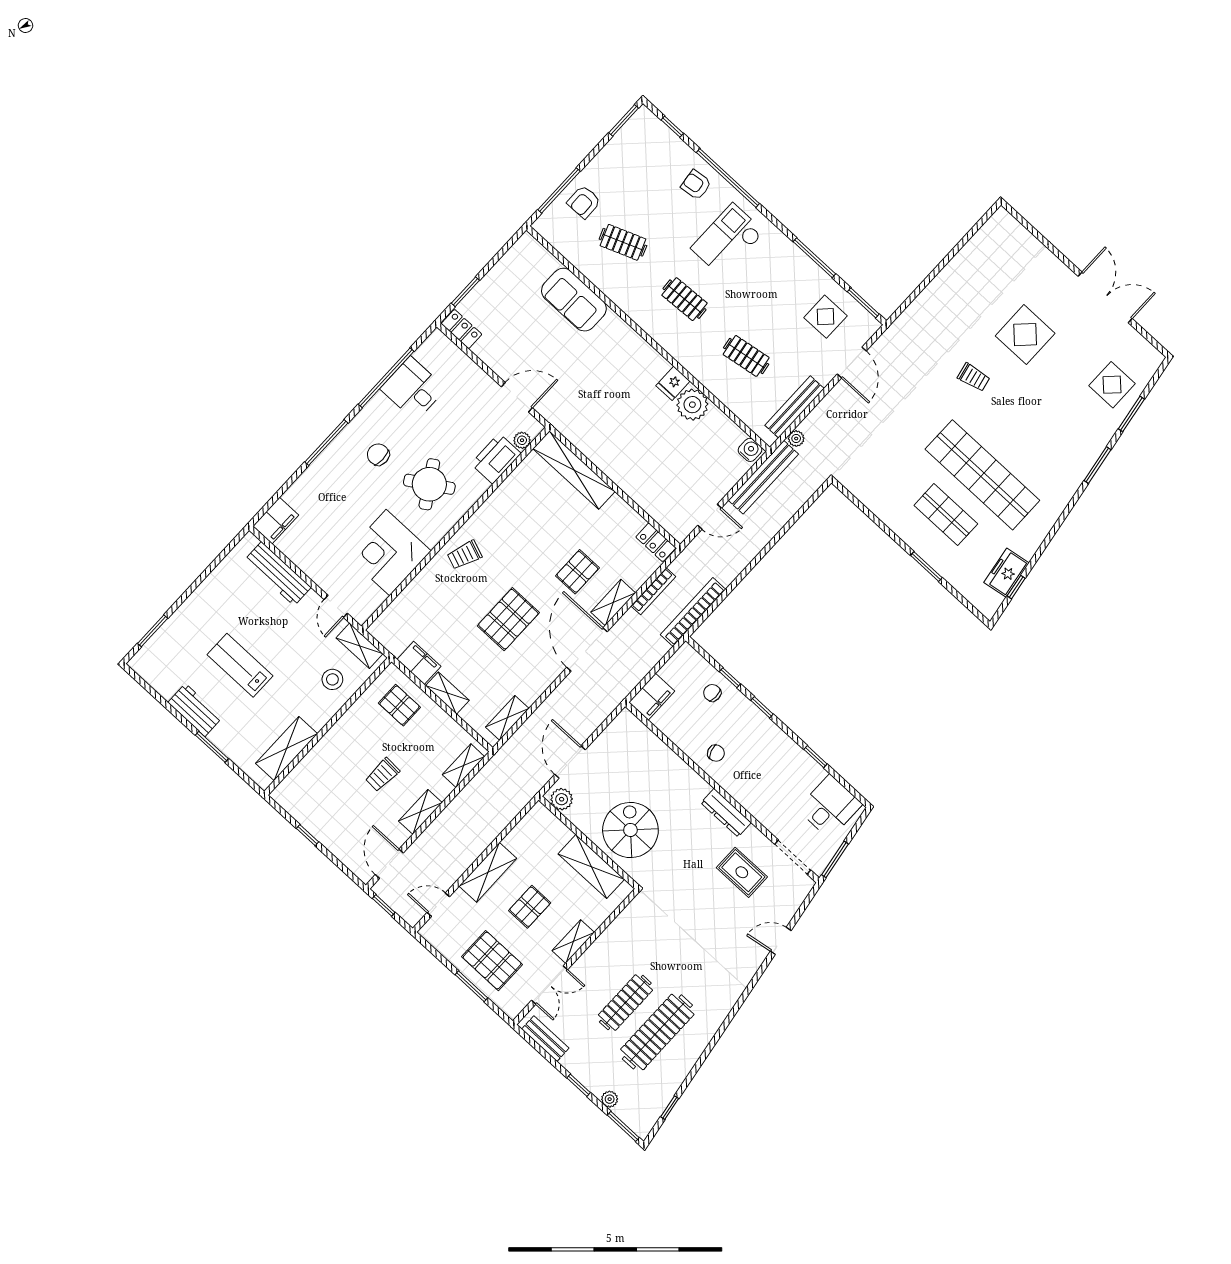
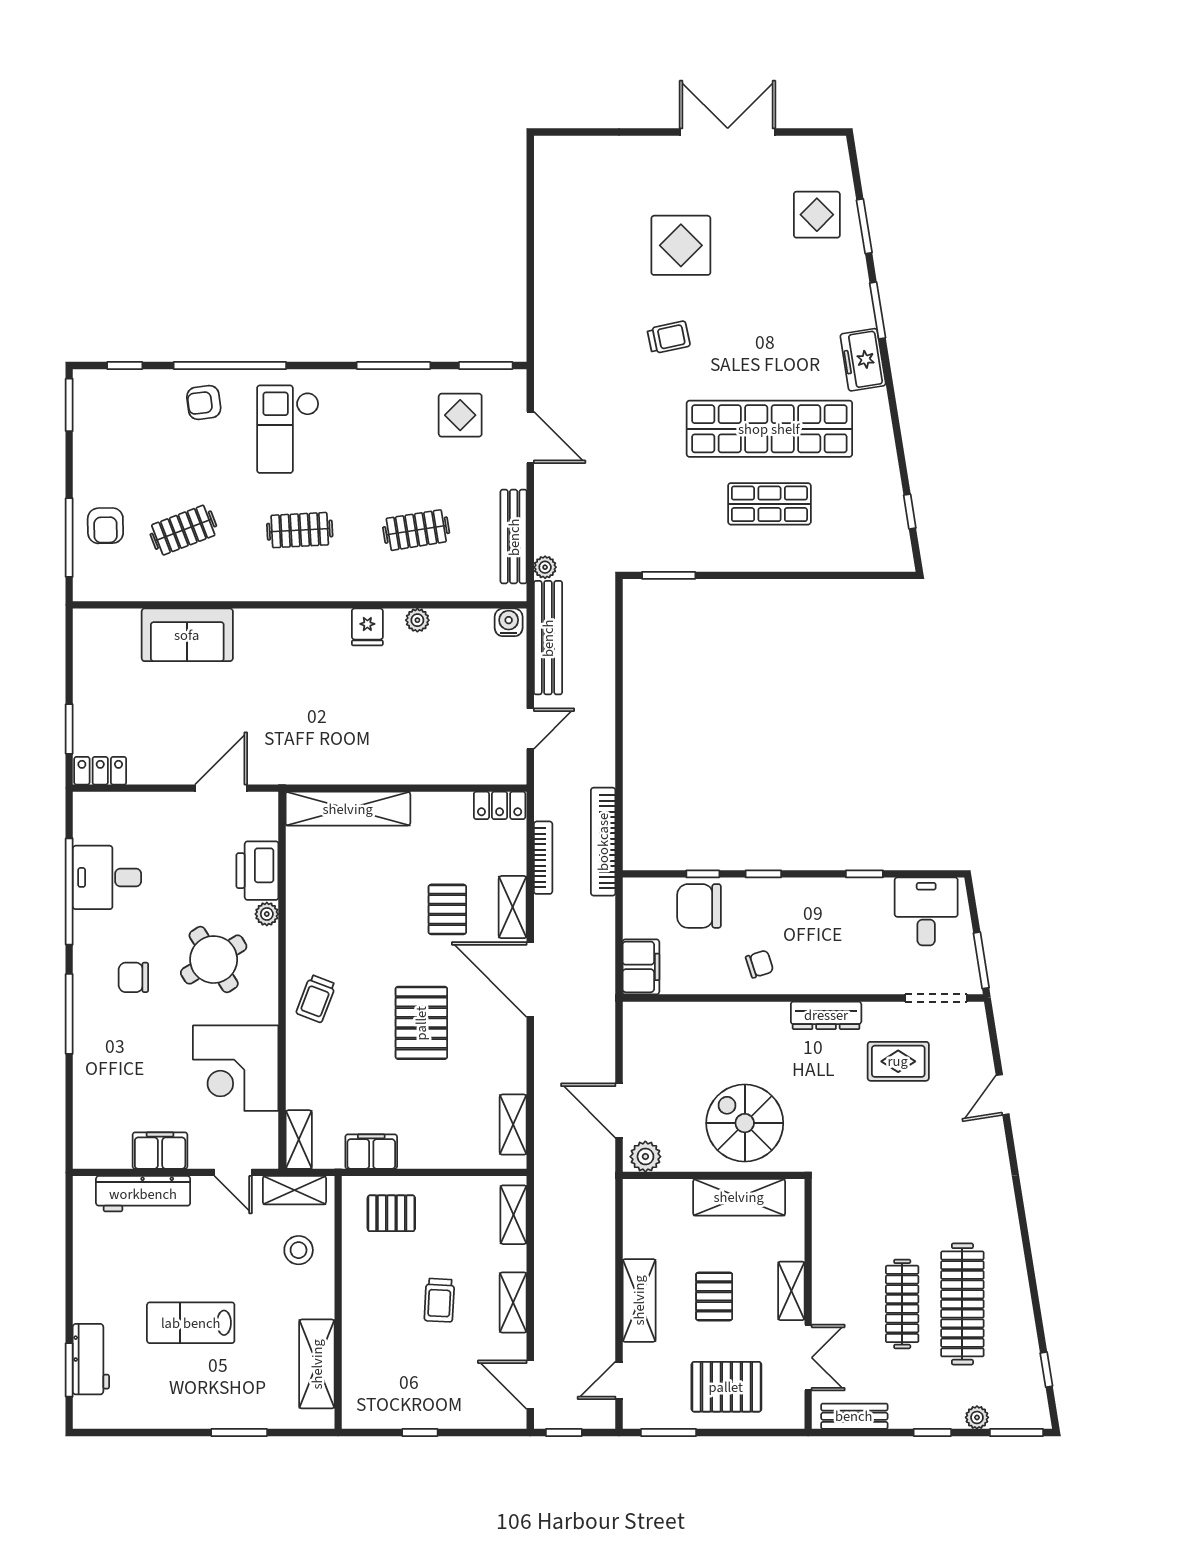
plant: (692, 405) -> (417, 620), width x0.53, depth x0.53
plant: (522, 440) -> (267, 914), moved
filing cabinet: (276, 521) -> (160, 1151), moved, turned -90
window: (926, 567) -> (669, 575), moved
freezer: (1006, 573) -> (863, 360), moved
shelving: (447, 693) -> (299, 1140), moved, turned 90
chair: (712, 693) -> (699, 906), width x1.87, depth x1.87
workbench: (195, 710) -> (91, 1359), moved, turned 90
window: (471, 986) -> (669, 1433), moved

